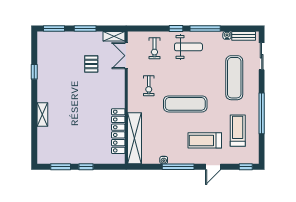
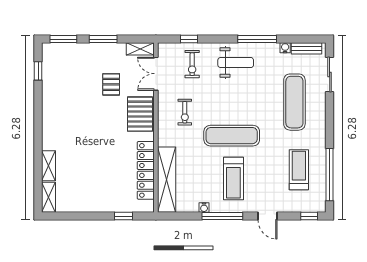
window: (176, 29) -> (189, 39), moved
window: (34, 72) -> (38, 71), moved
pallet: (114, 87) -> (140, 114), added
window: (262, 113) -> (330, 175), moved
shelving: (42, 115) -> (49, 166), moved
treadmill: (205, 140) -> (233, 178), moved, turned -90
shelving: (42, 152) -> (49, 197), added
window: (61, 167) -> (72, 216), removed
window: (86, 167) -> (124, 216), moved
door: (213, 167) -> (267, 216), hinge flipped

